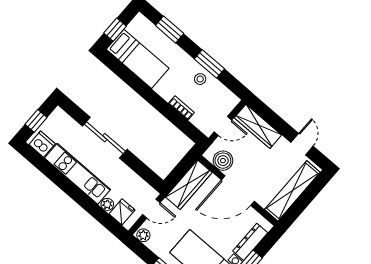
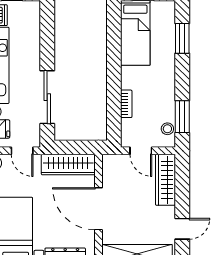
window: (209, 64) -> (182, 117), moved
stool: (200, 79) -> (167, 129), moved
sliding door: (105, 138) -> (47, 97), moved
boiler: (223, 161) -> (112, 175), removed

